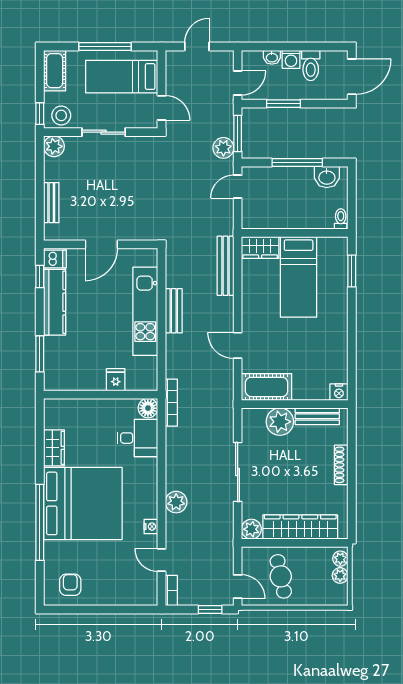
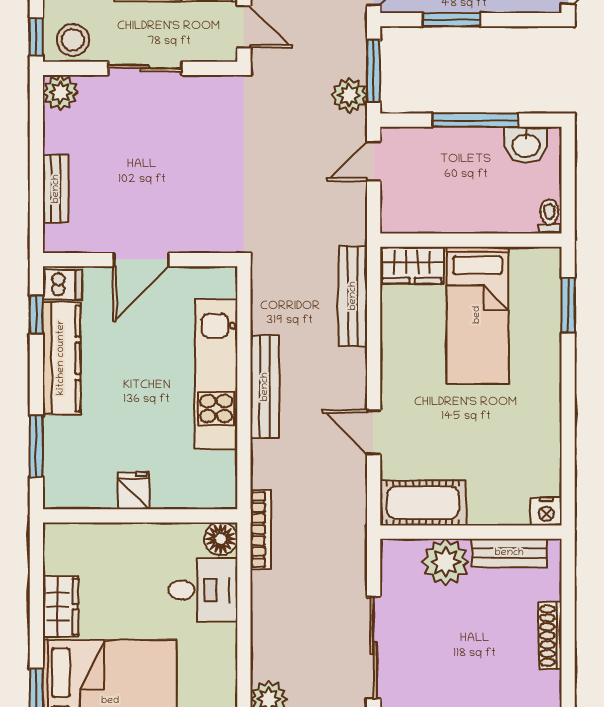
bench: (174, 311) -> (265, 387), width x1.36
fridge: (116, 380) -> (134, 491), moved

